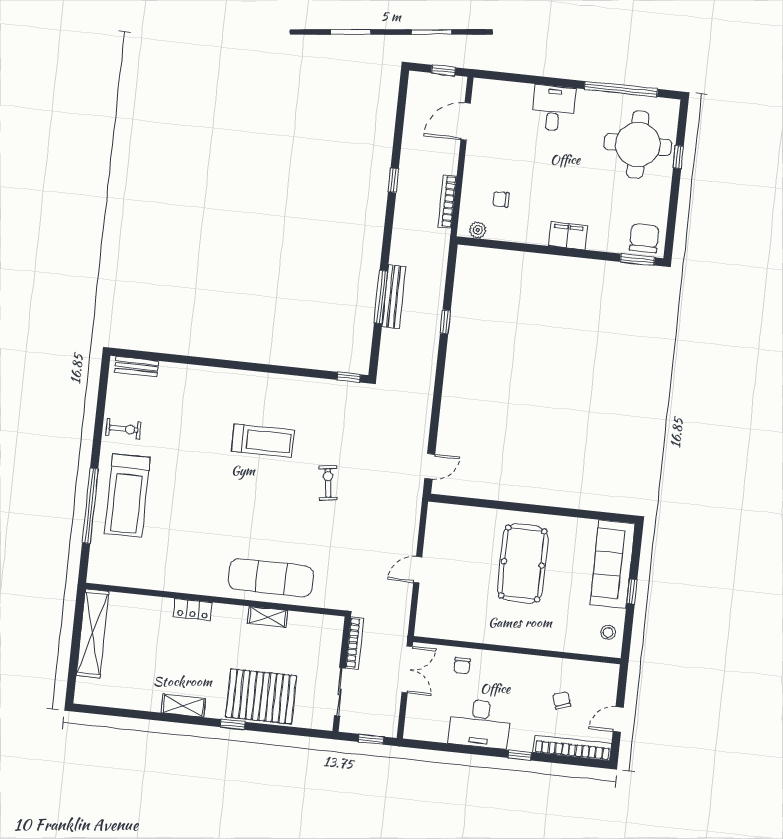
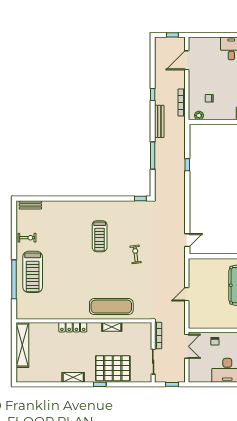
bench: (394, 297) -> (159, 121), moved
treadmill: (263, 441) -> (100, 236), turned 90
locker: (193, 610) -> (73, 327), width x1.53

